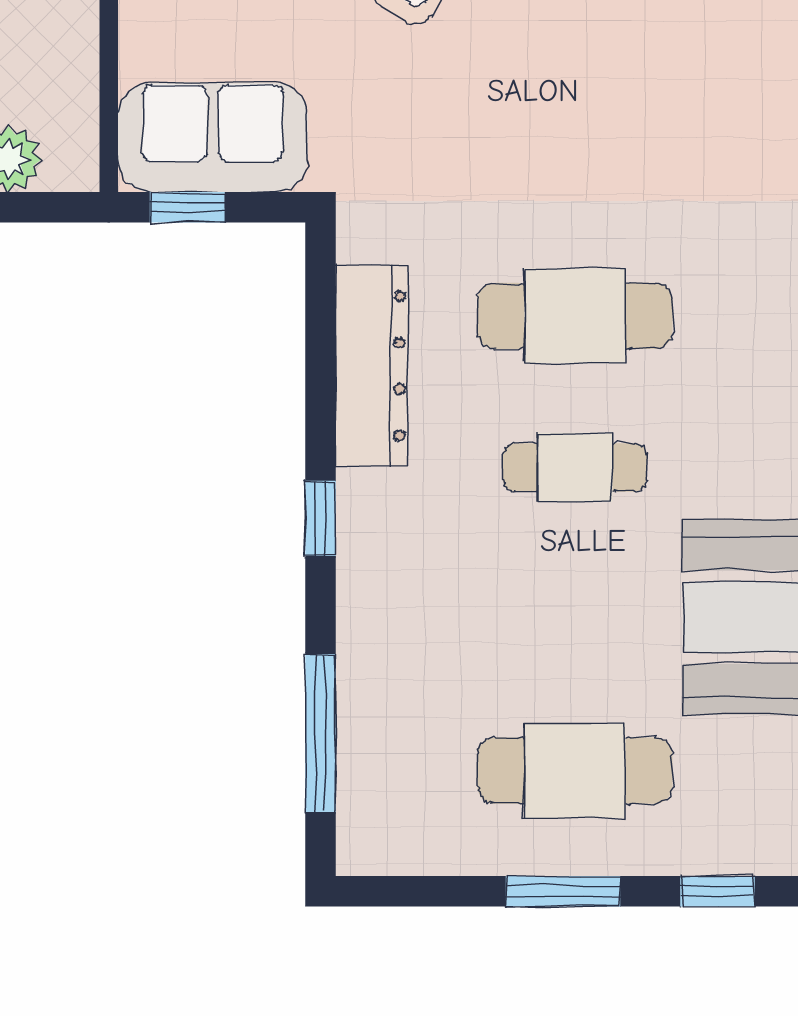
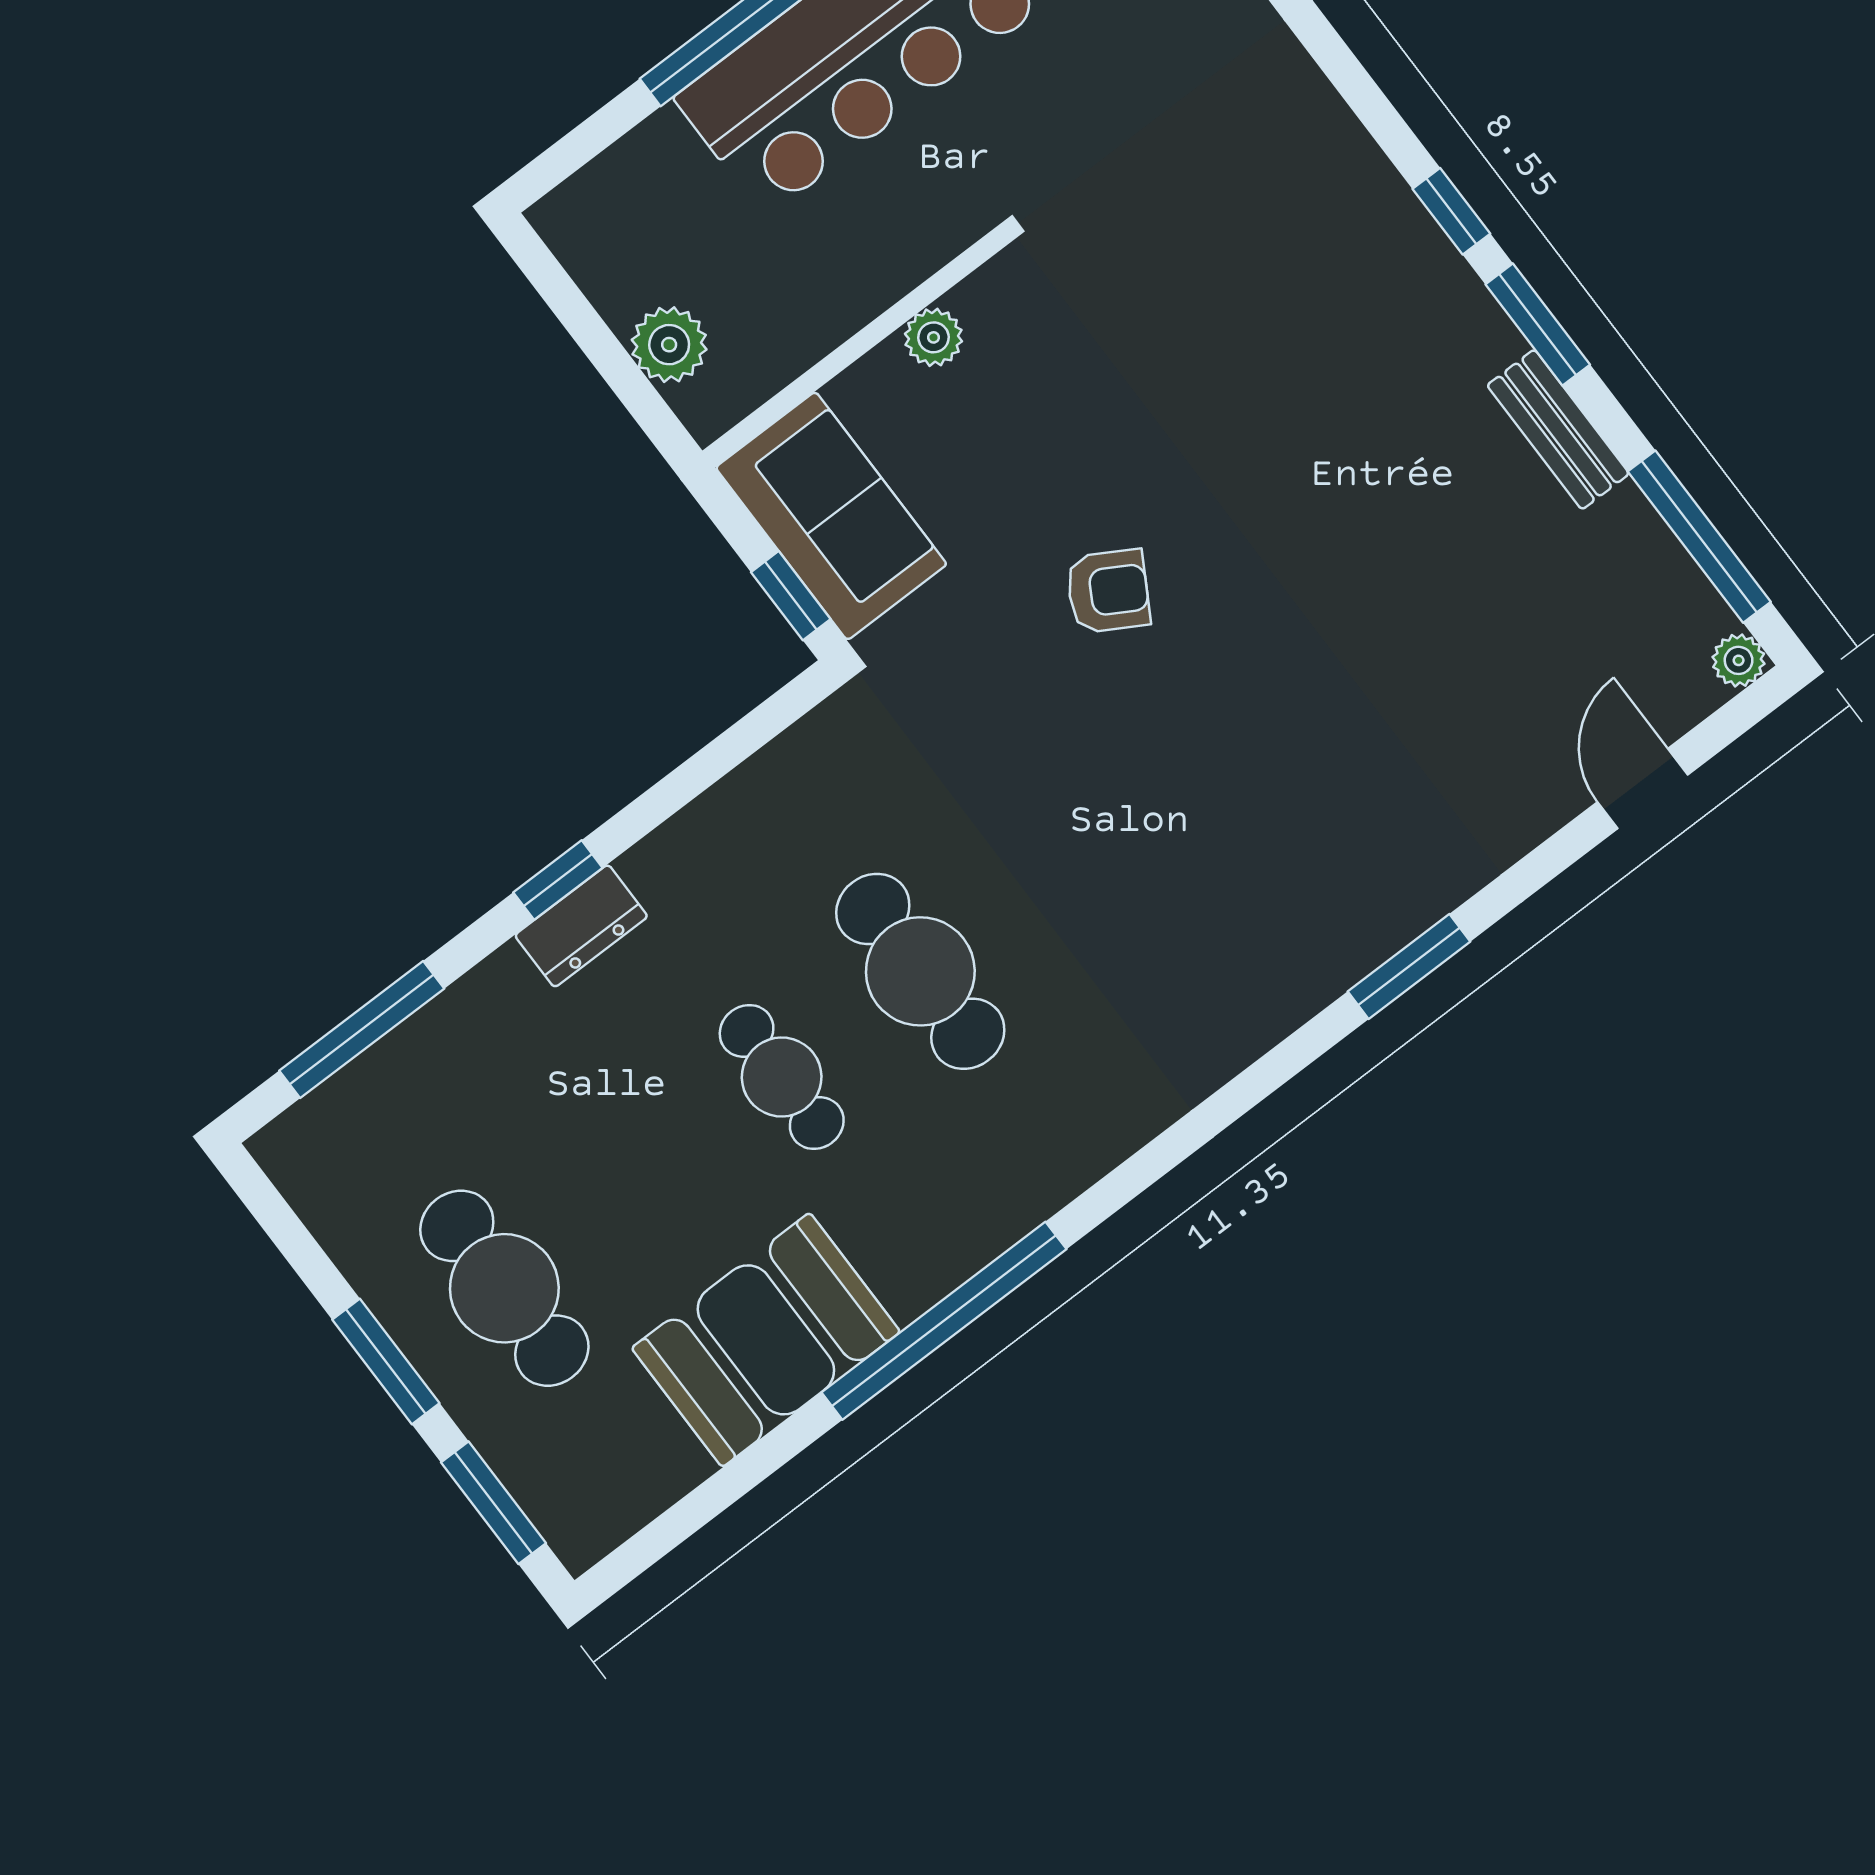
window: (187, 207) -> (791, 596), moved
dresser: (372, 366) -> (581, 926), moved, width x0.51, depth x0.80
window: (718, 891) -> (493, 1503), width x1.50

